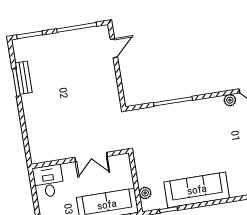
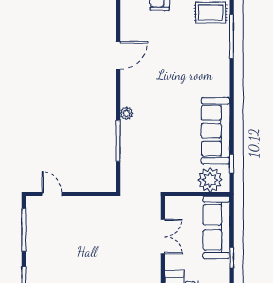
plant: (230, 100) -> (126, 113), moved
plant: (145, 193) -> (210, 180), width x1.88, depth x1.88

